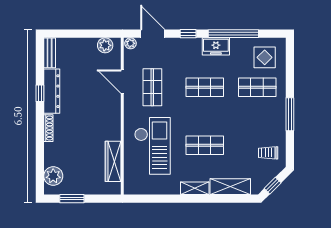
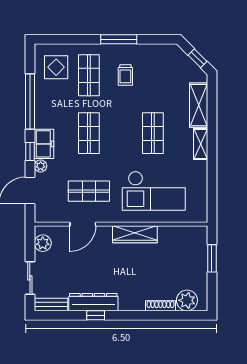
sliding door: (74, 34) -> (30, 278), added
plant: (130, 43) -> (41, 166), moved
freezer: (216, 46) -> (44, 144), moved
shoe rack: (48, 128) -> (160, 306), moved
checkout: (152, 146) -> (154, 191), turned 180
trolley: (268, 153) -> (125, 75), moved
wardrobe: (113, 161) -> (135, 234), moved
window: (72, 199) -> (212, 258), moved

